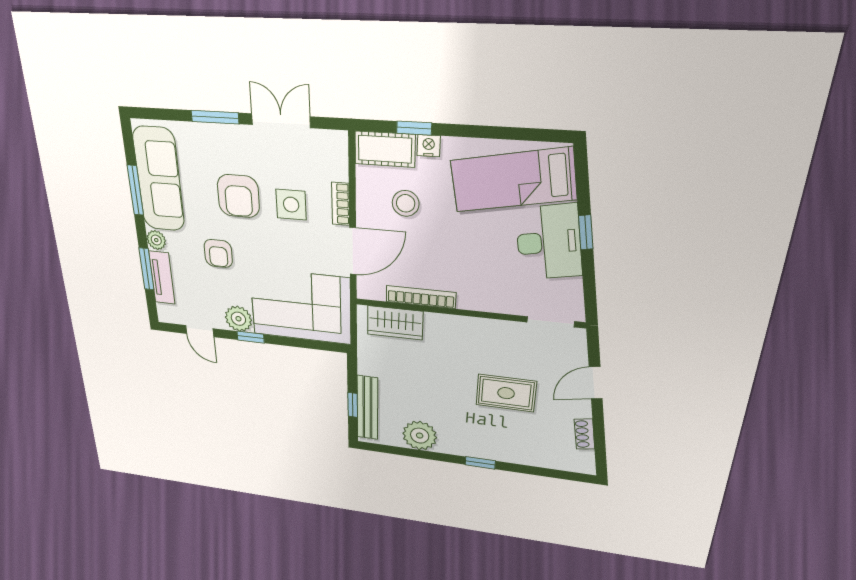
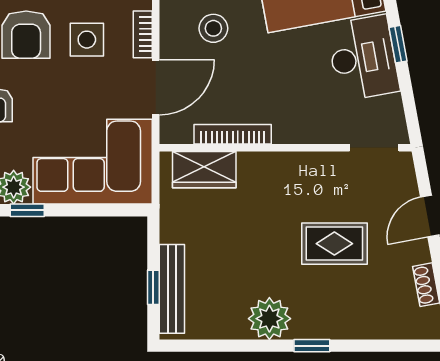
plant: (420, 436) -> (269, 319), moved

